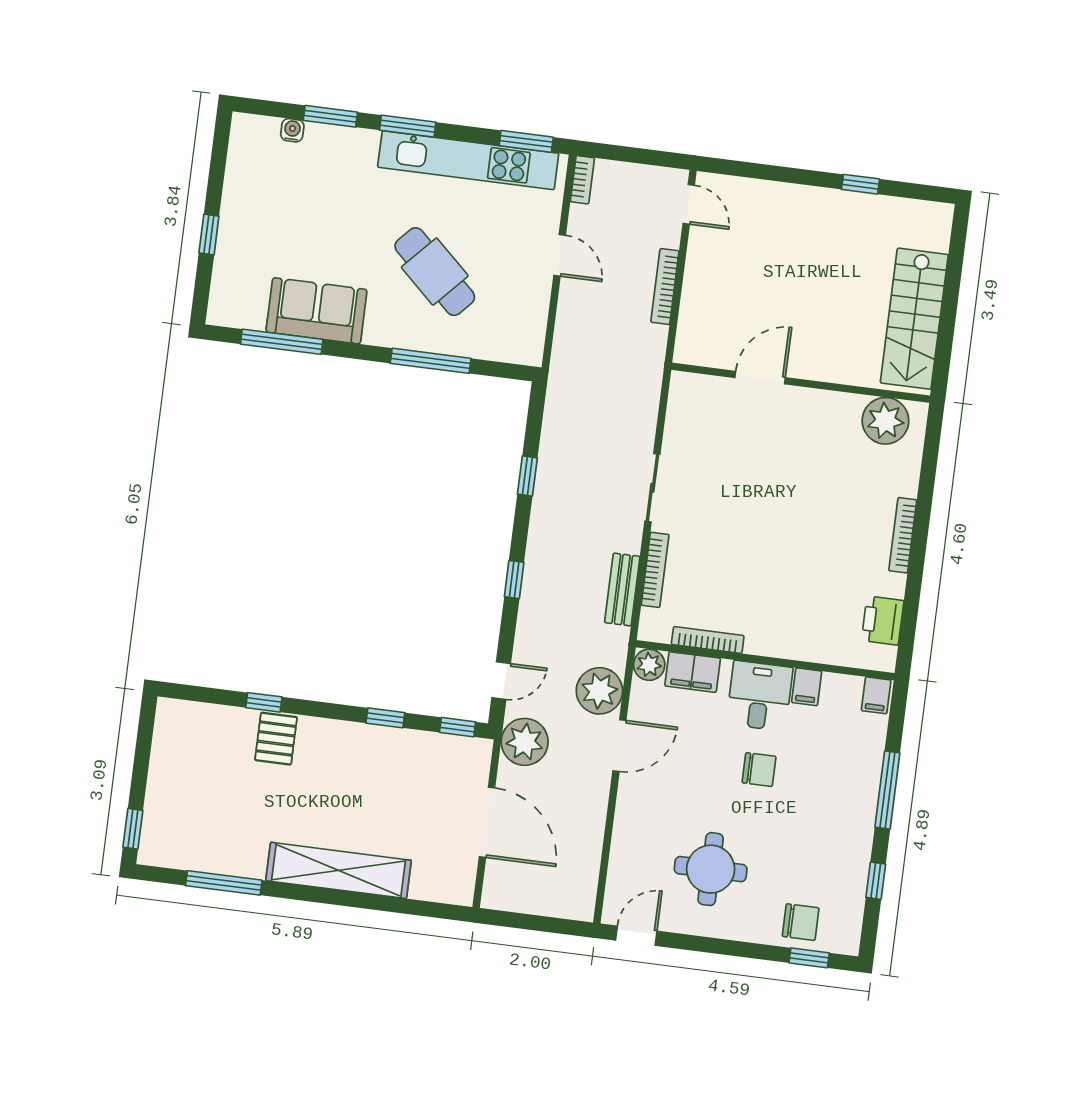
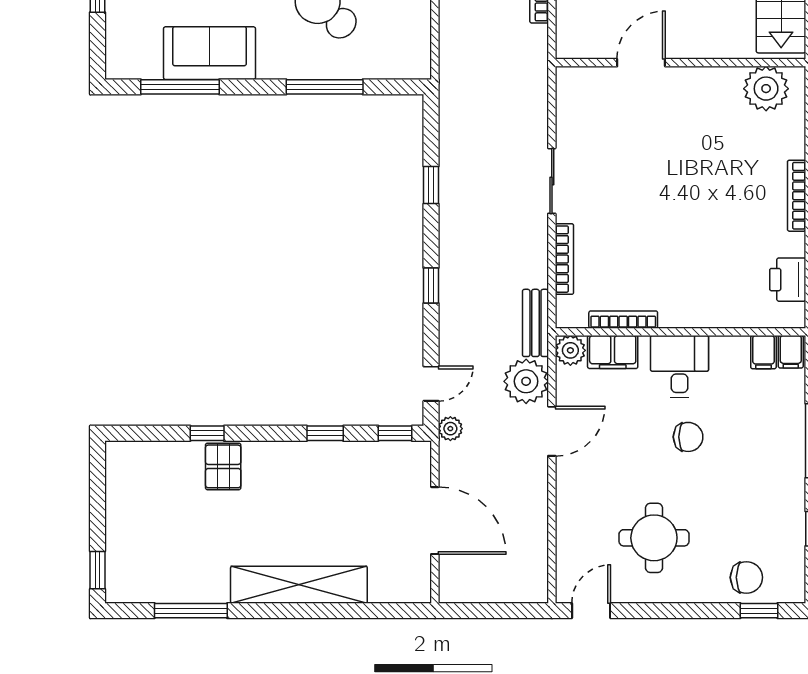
bench: (622, 590) -> (535, 323), moved
filing cabinet: (807, 687) -> (763, 352), moved
plant: (525, 742) -> (450, 429), width x0.53, depth x0.53

